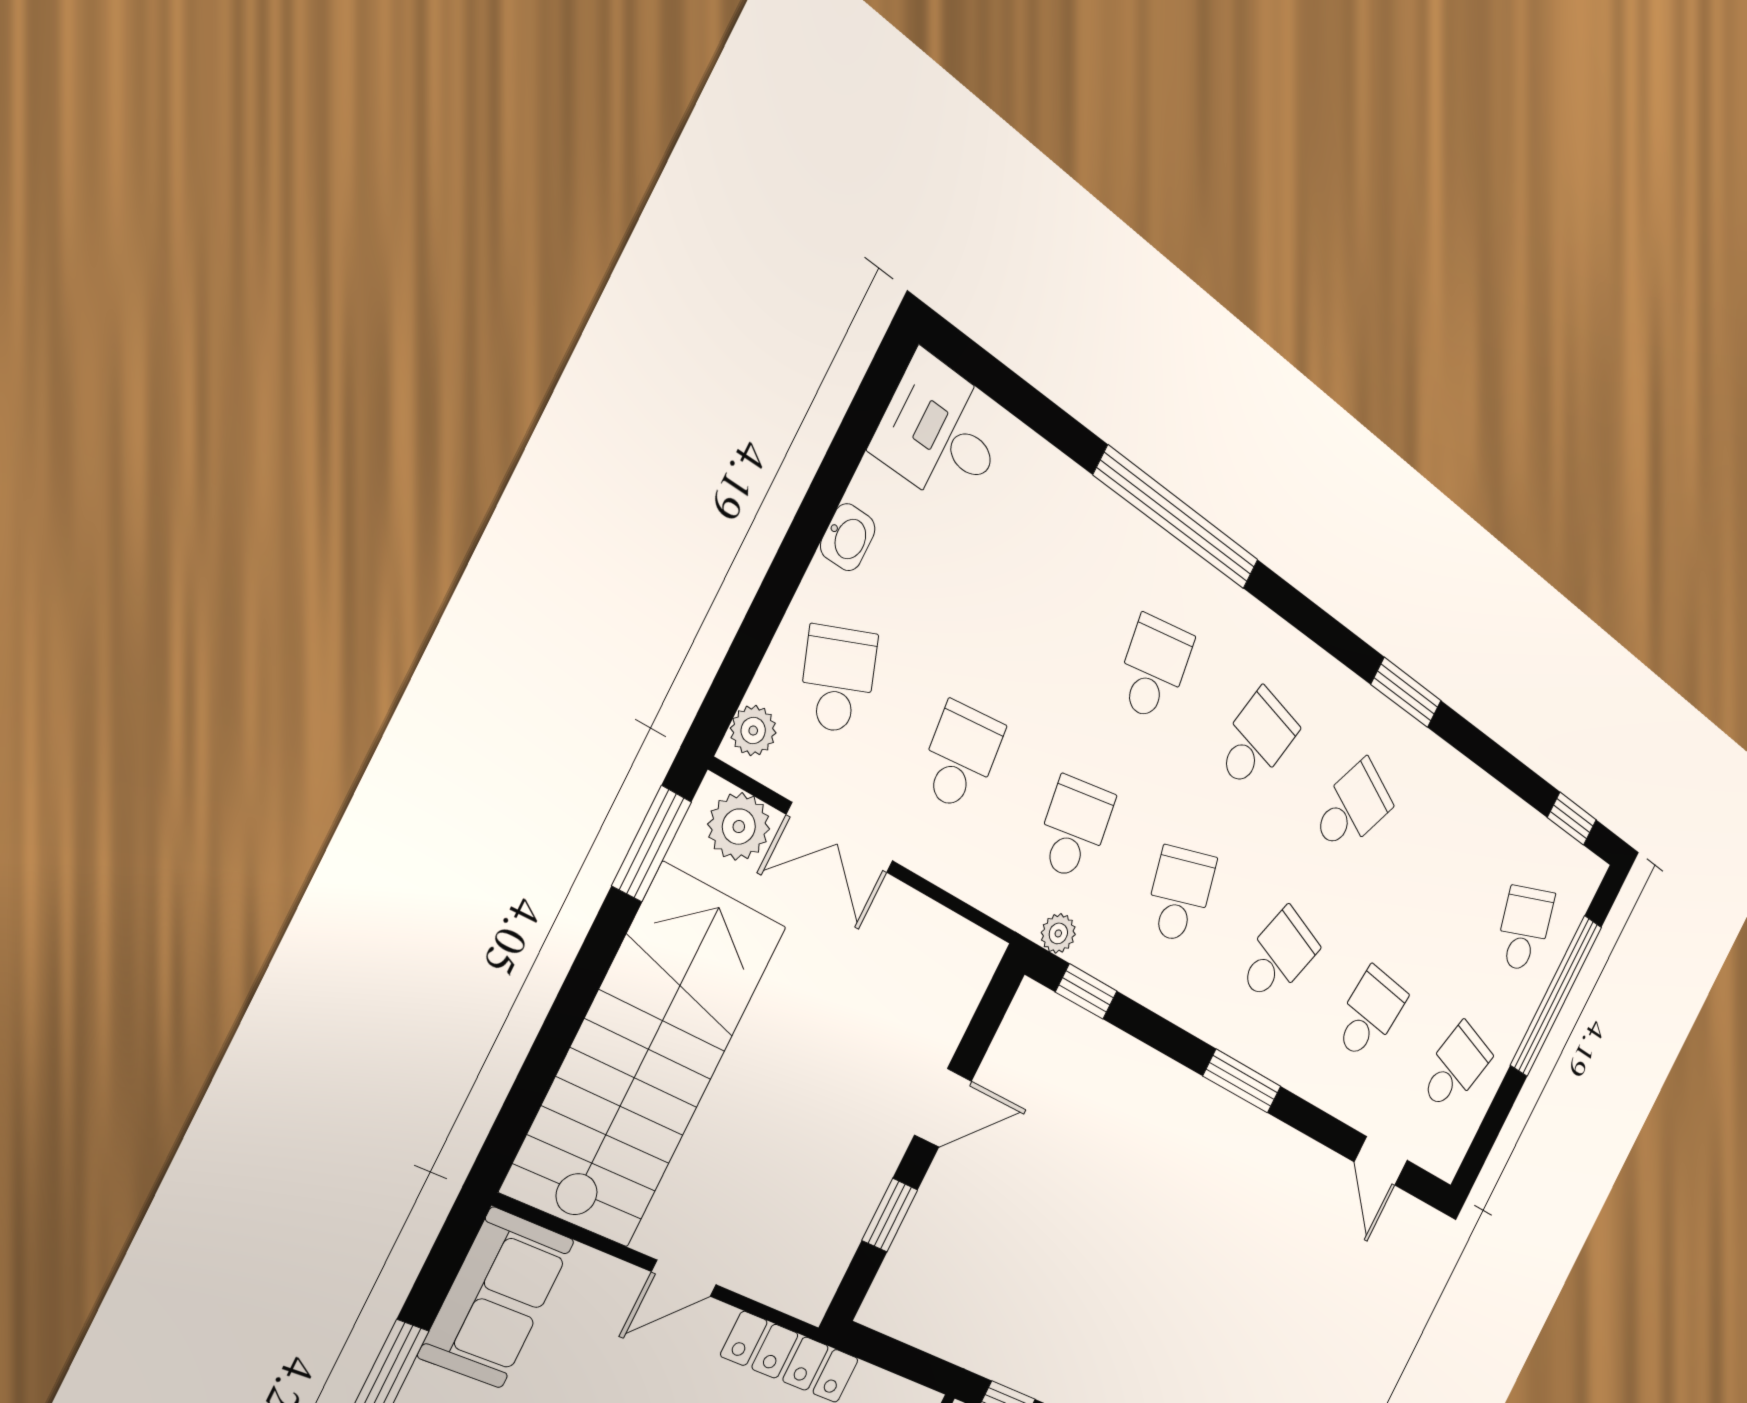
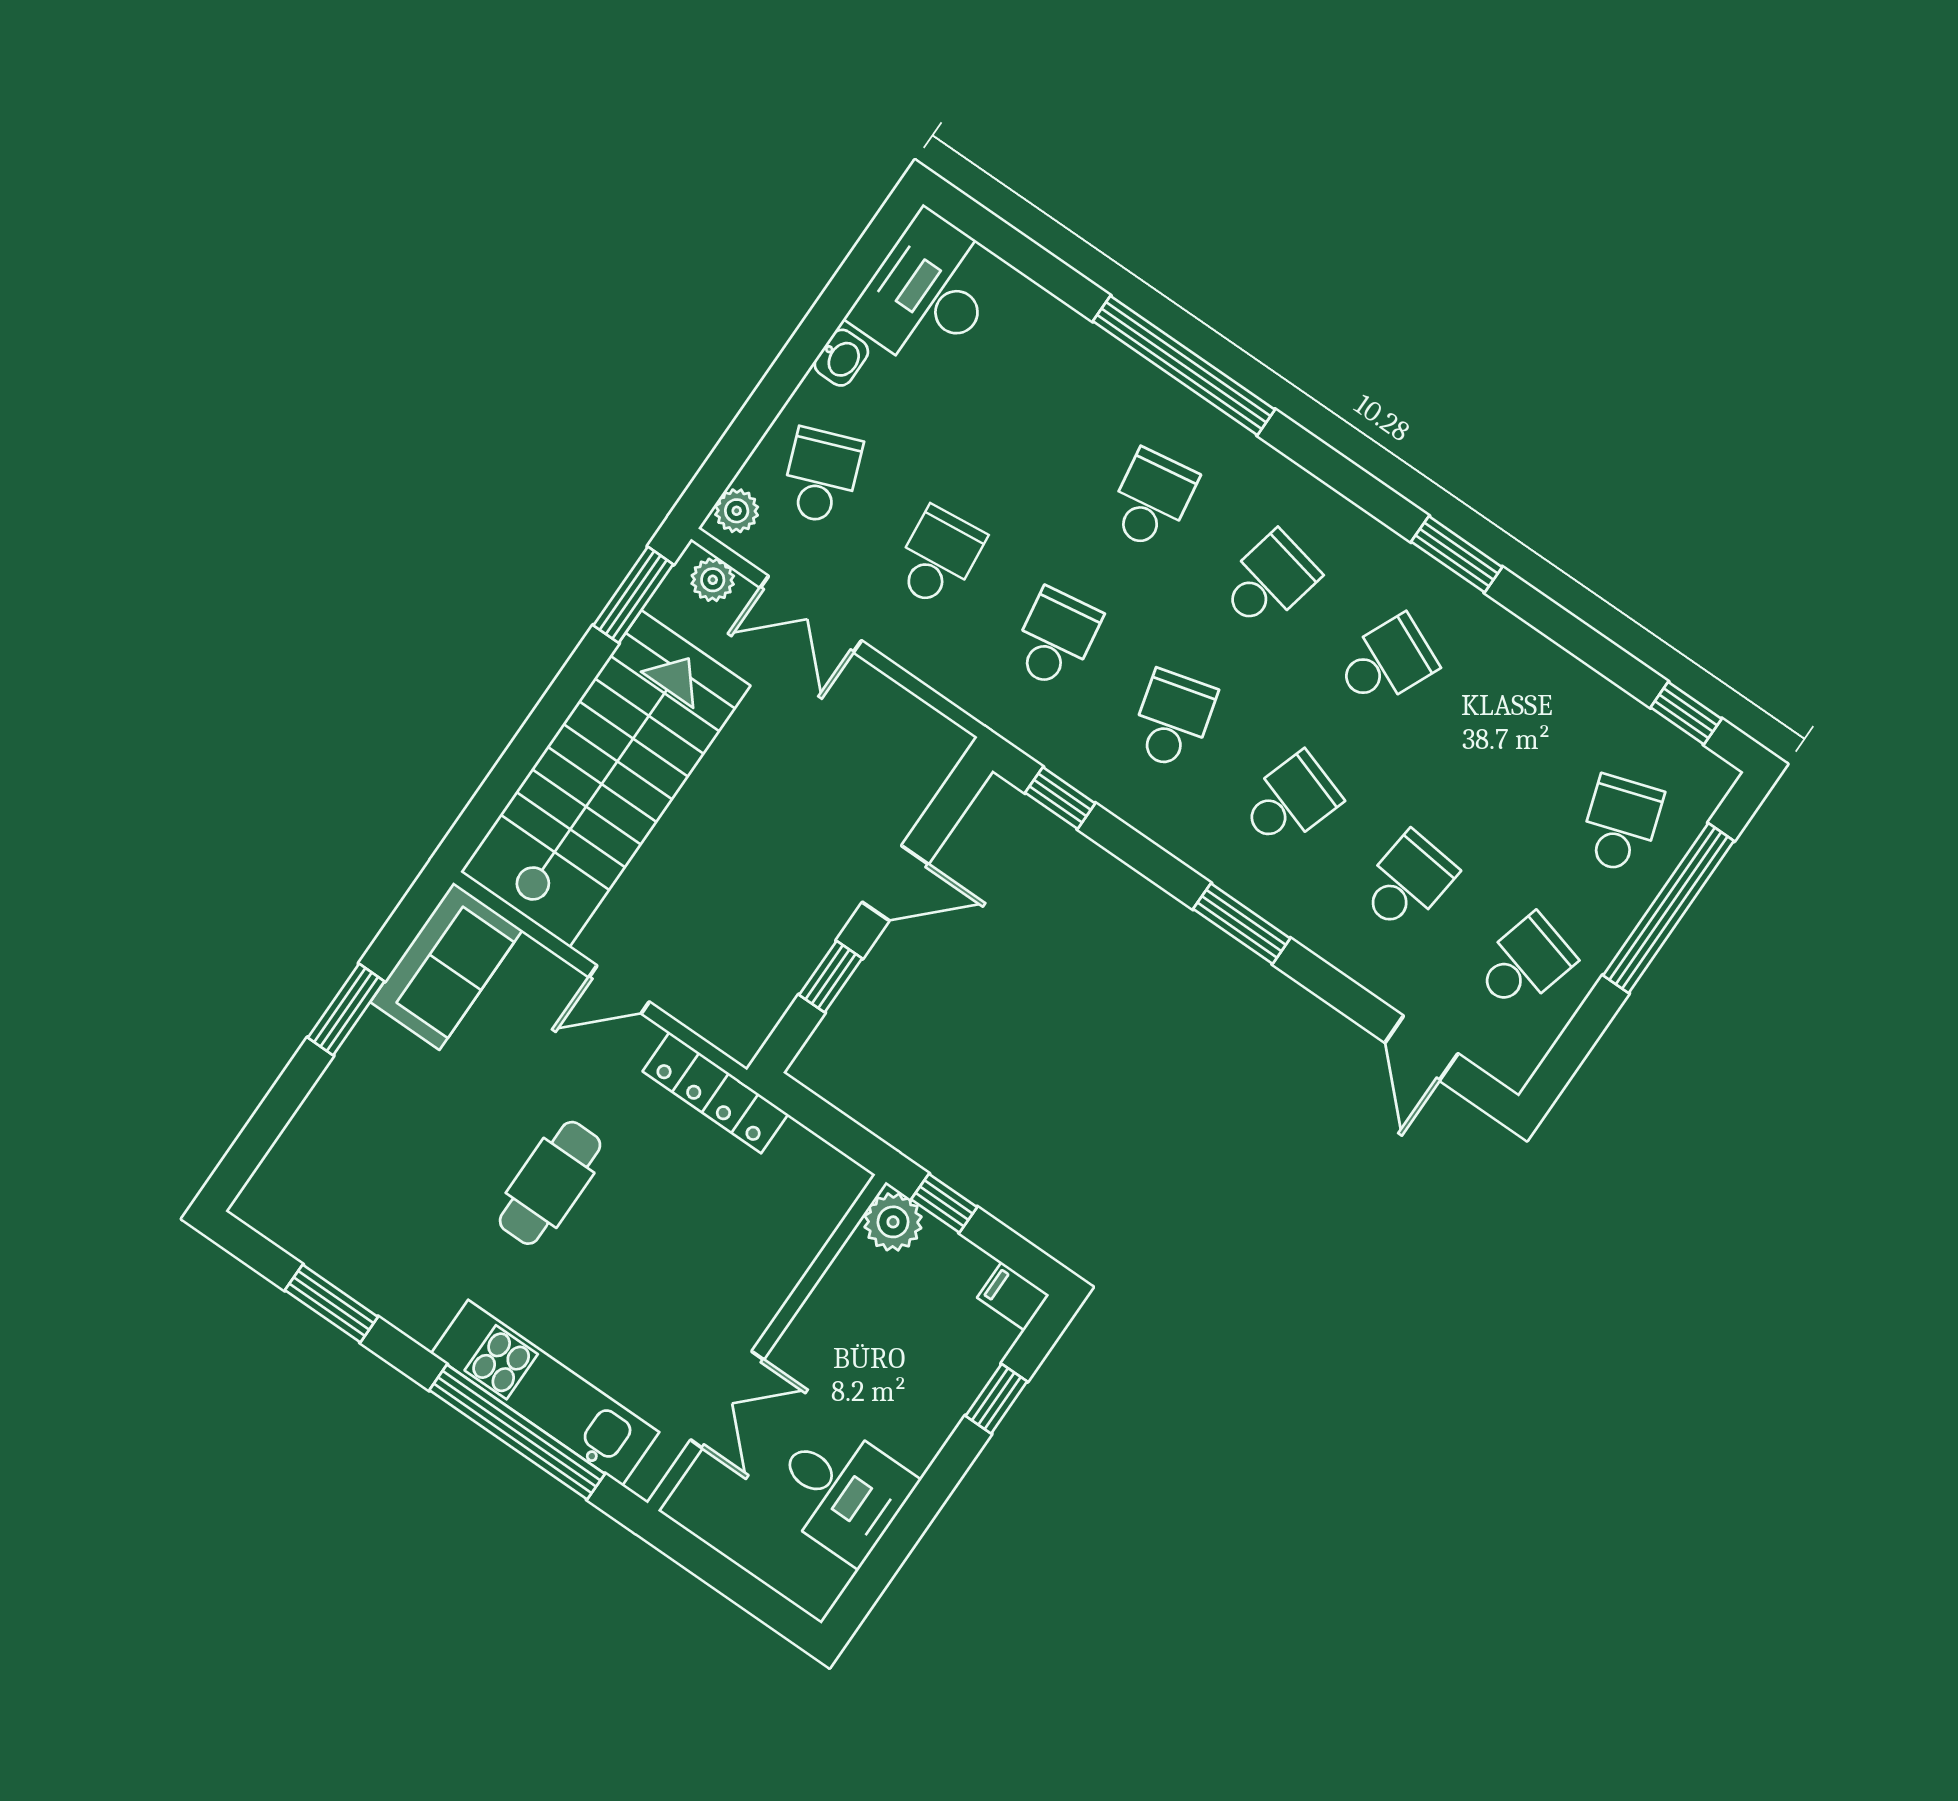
desk: (941, 433) -> (928, 293), width x1.37
plant: (739, 827) -> (713, 580), width x0.73, depth x0.73
plant: (1058, 933) -> (1032, 736), removed

